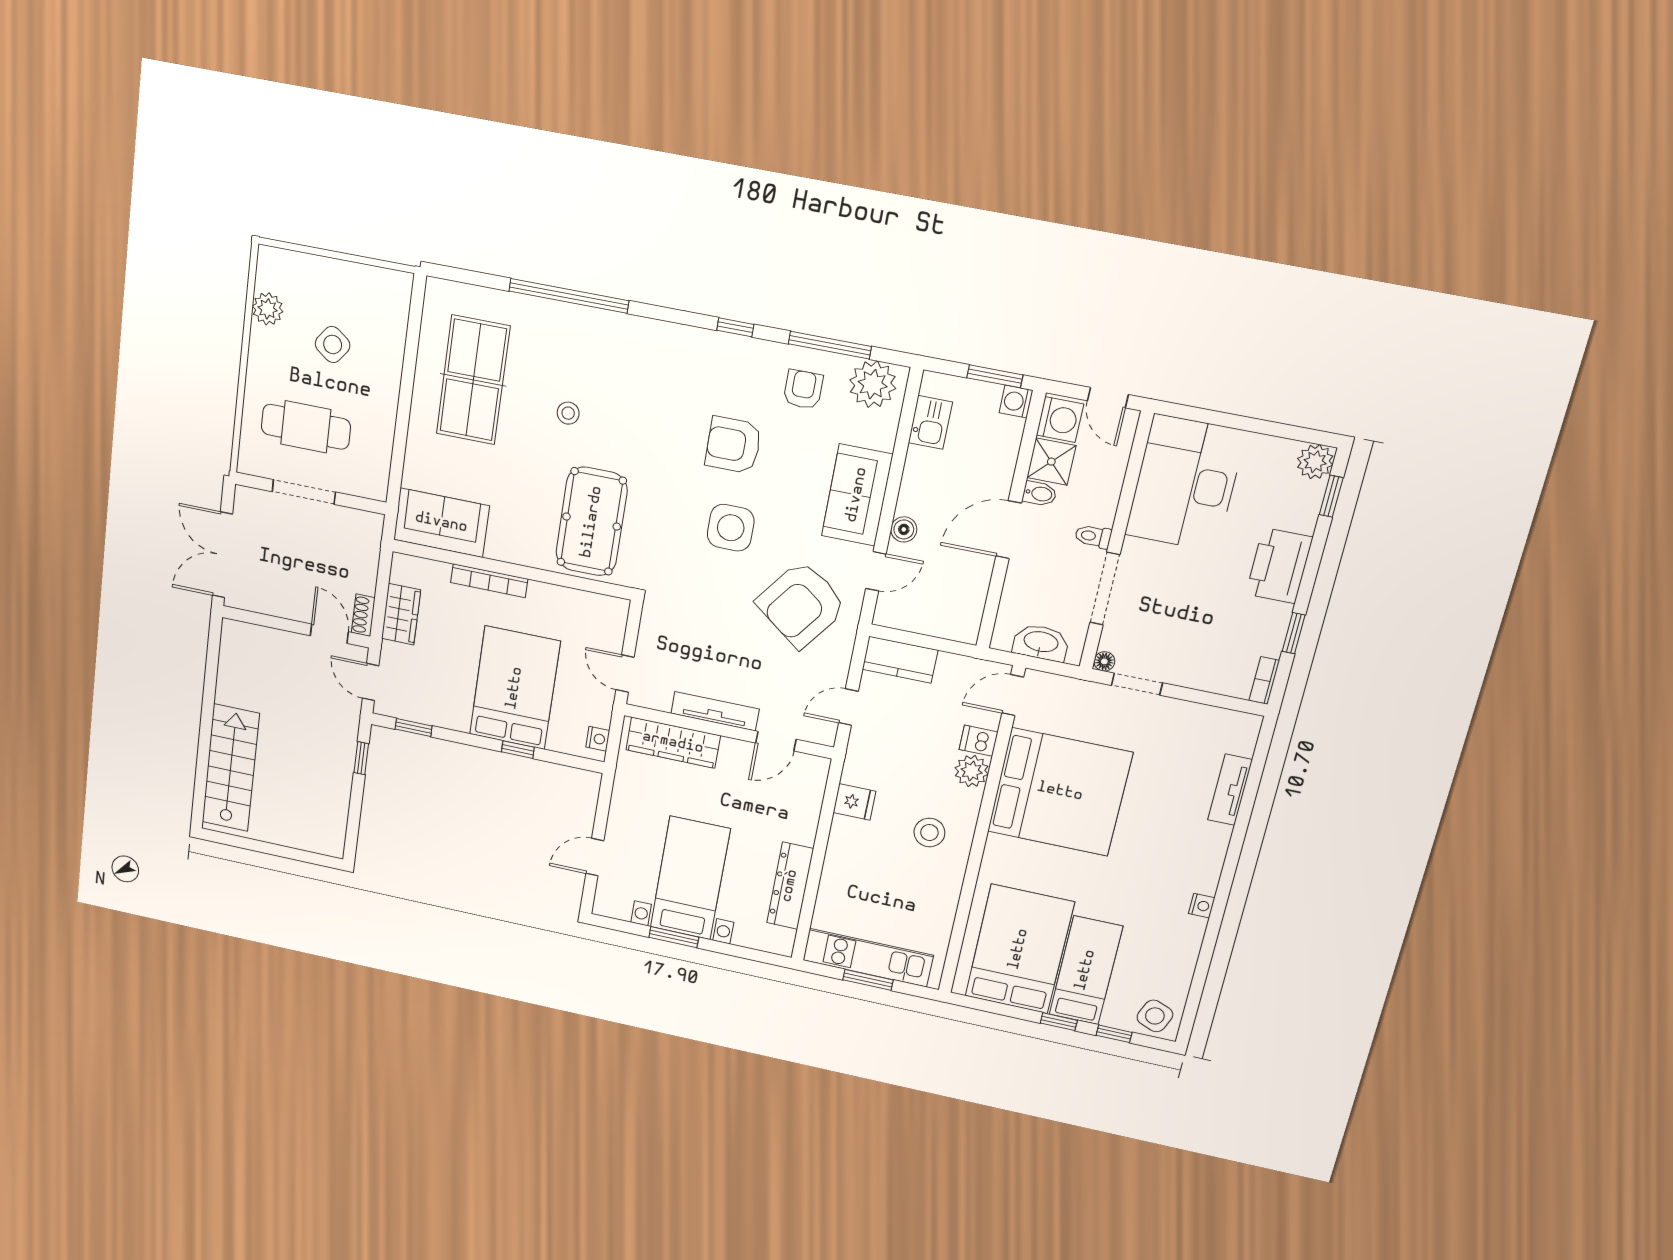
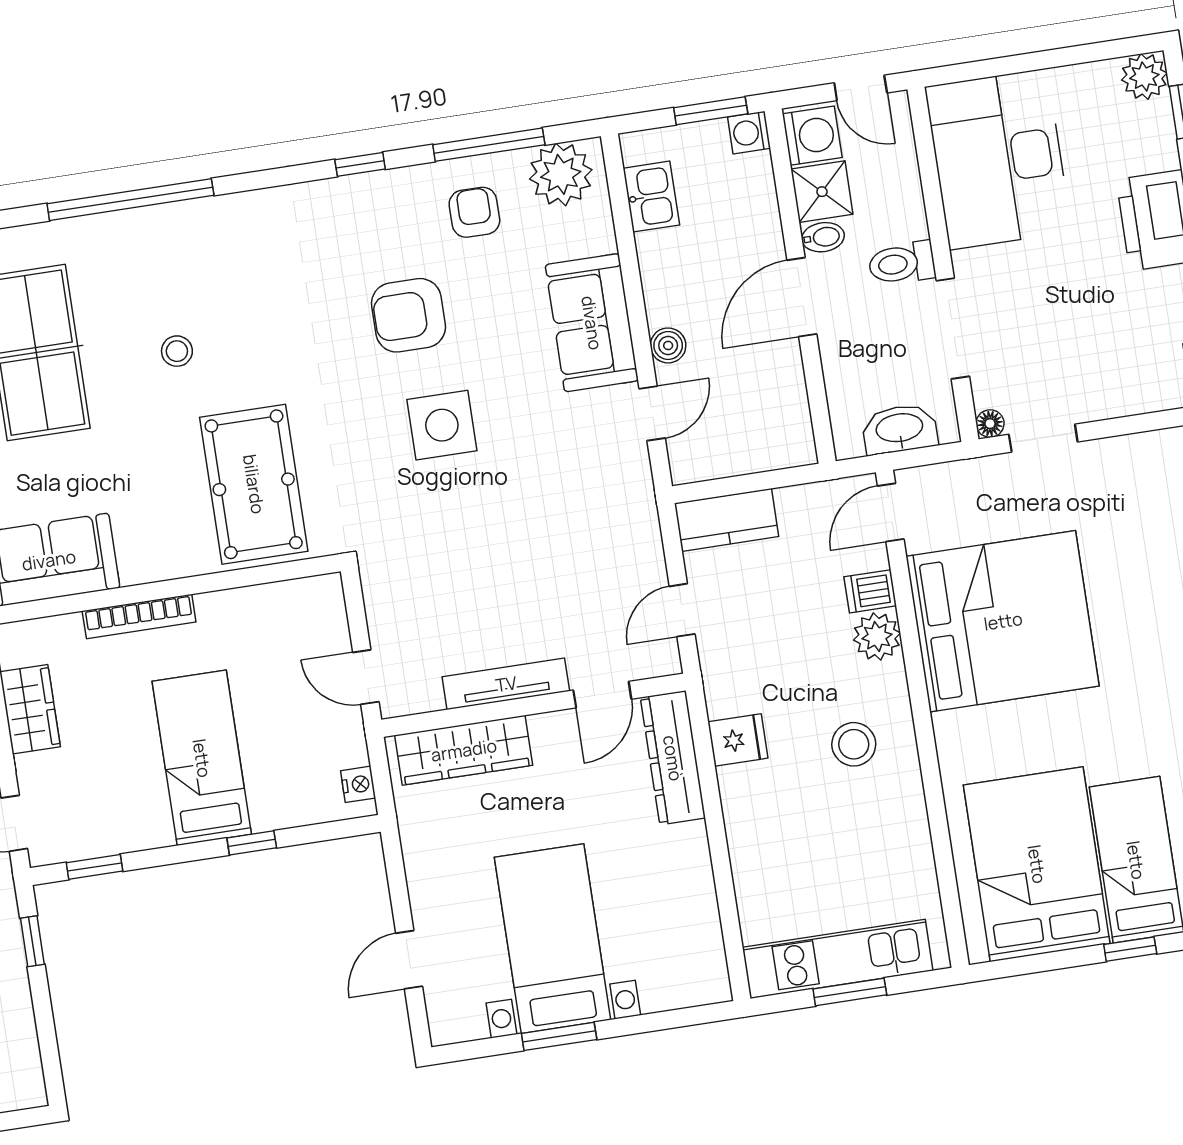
toilet: (1093, 536) -> (902, 263), width x1.37, depth x1.39
armchair: (801, 604) -> (571, 494), removed
bed: (515, 688) -> (202, 758), width x0.67
dresser: (790, 886) -> (673, 758), moved

